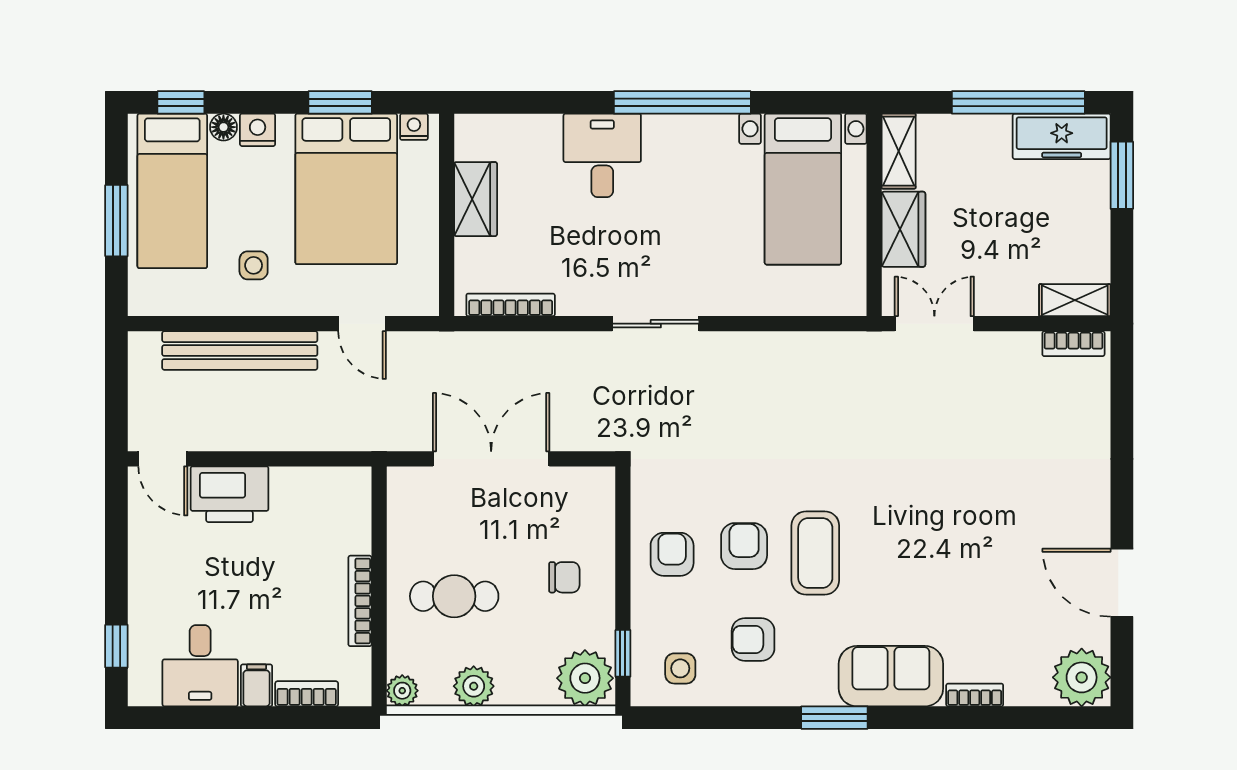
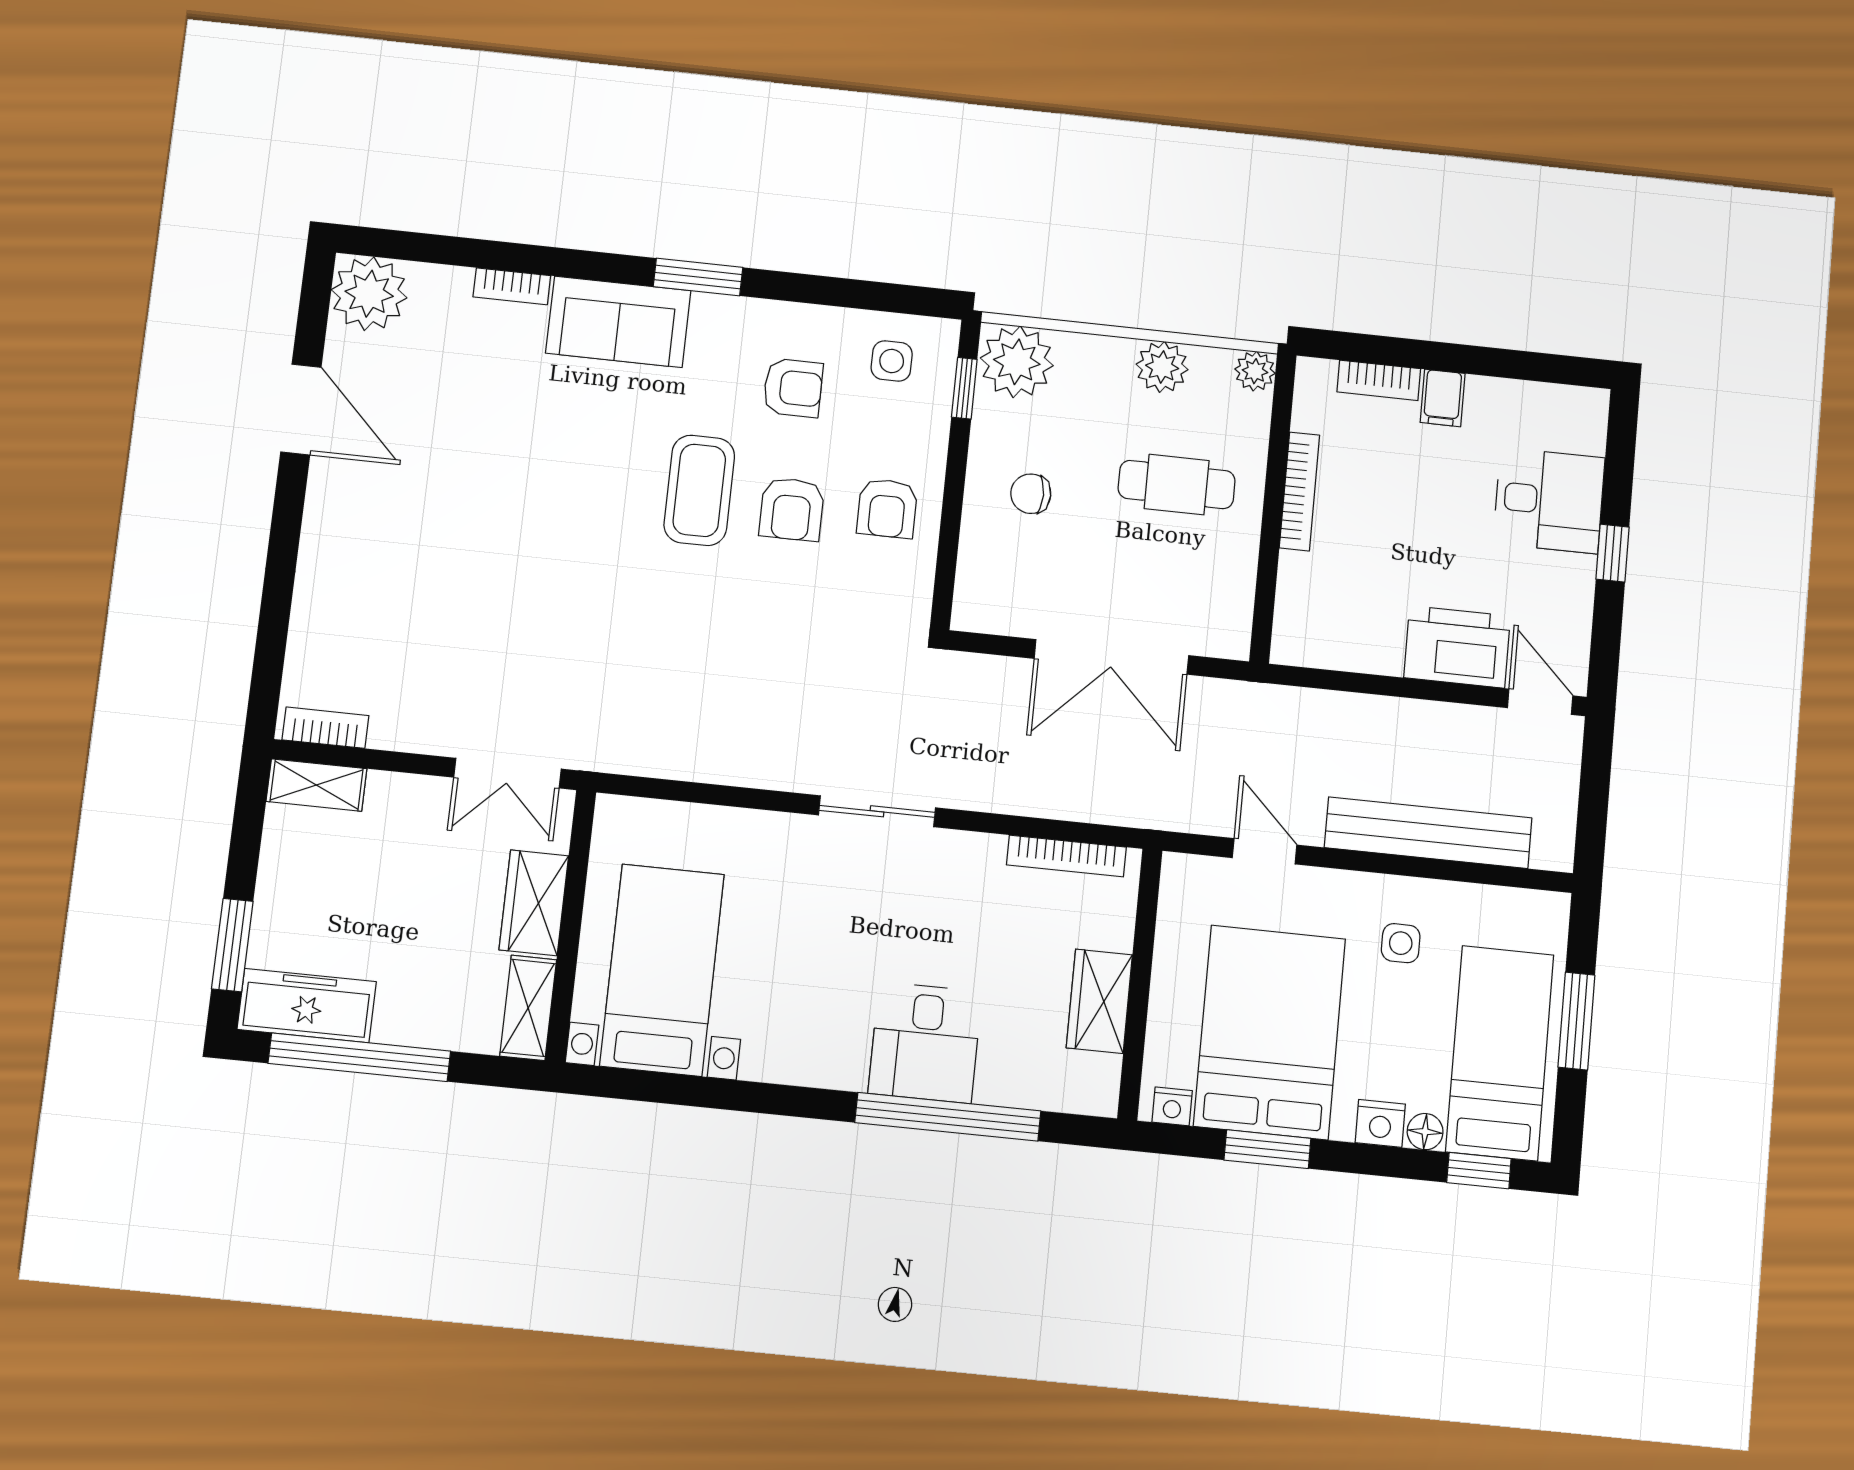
window: (682, 102) -> (948, 1117), moved
window: (116, 646) -> (1612, 553), moved
desk: (200, 666) -> (1549, 500), moved, turned 90

